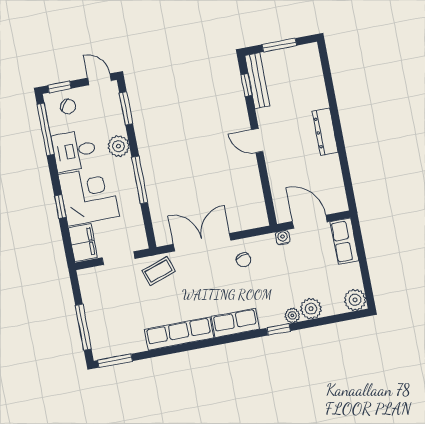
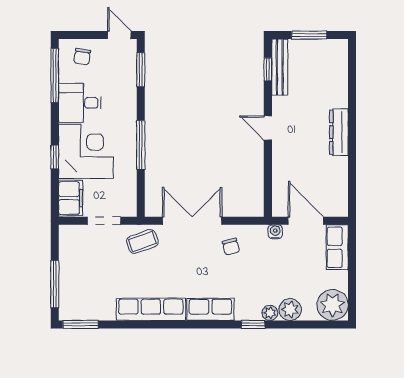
window: (59, 87) -> (77, 35), removed
chair: (68, 107) -> (82, 57), turned 61
plant: (118, 146) -> (126, 107), removed
plant: (355, 300) -> (333, 305), width x1.36, depth x1.36

